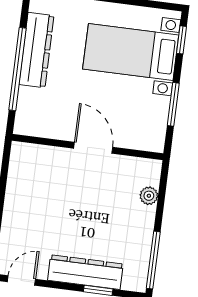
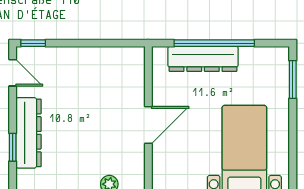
dresser: (36, 50) -> (203, 59), moved

